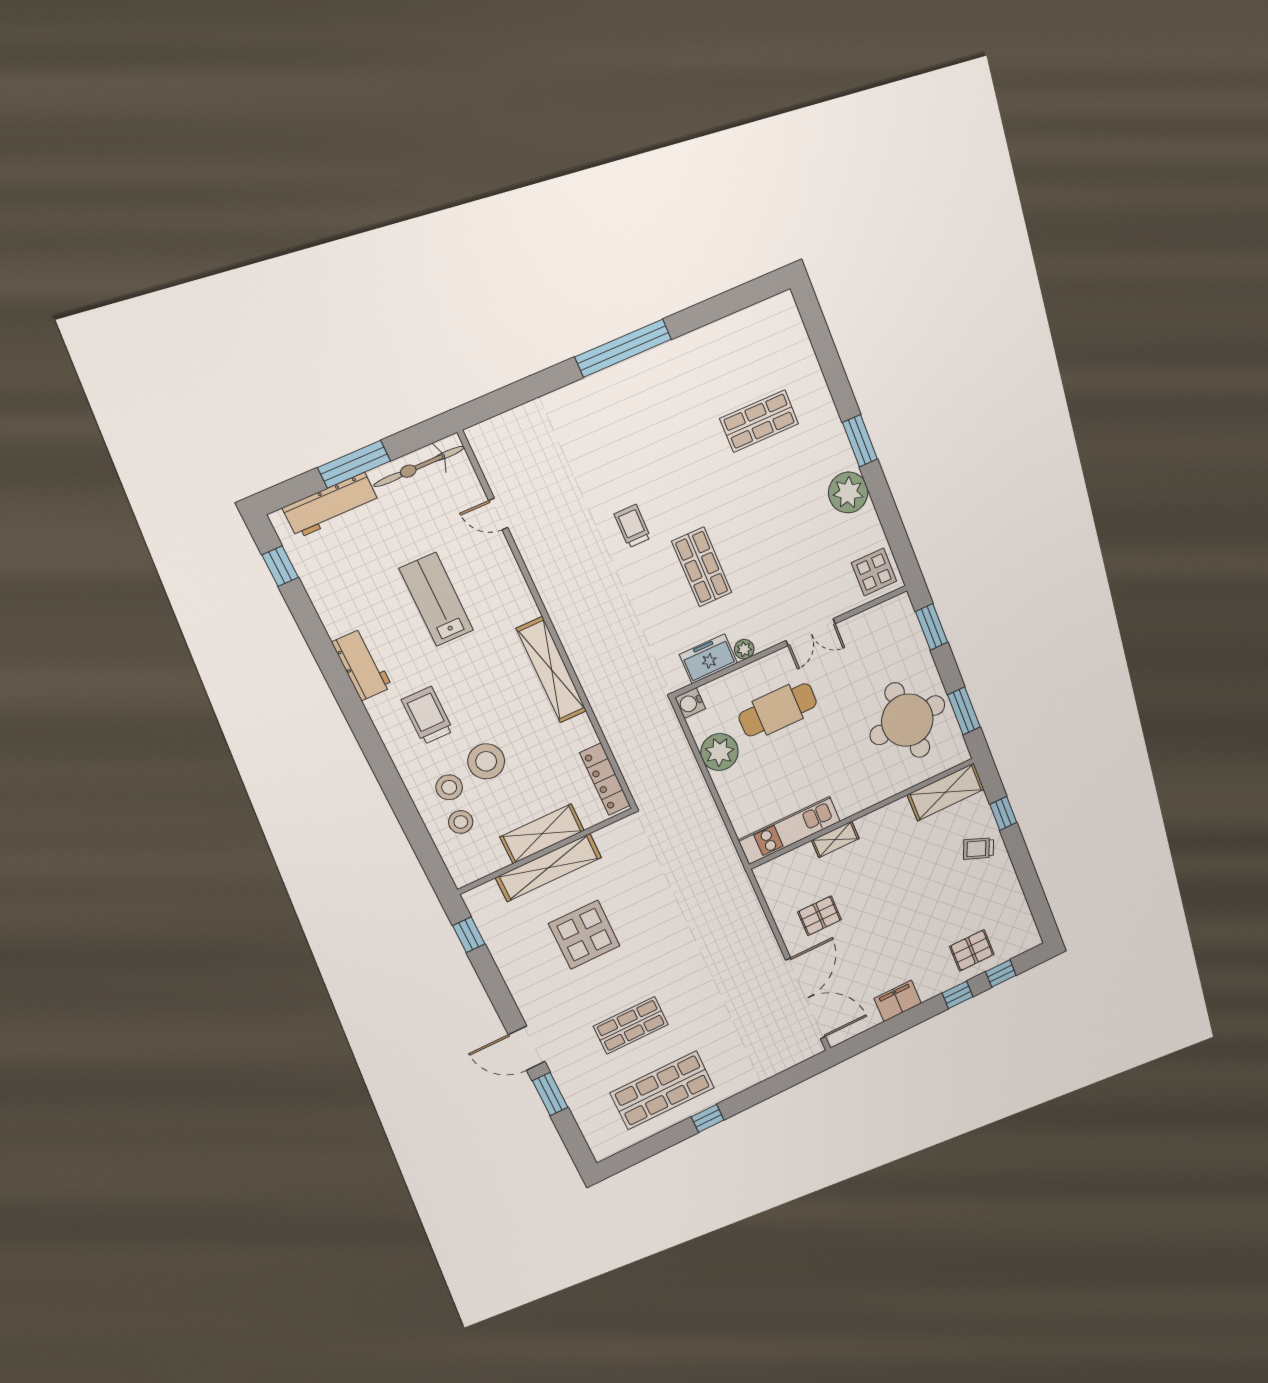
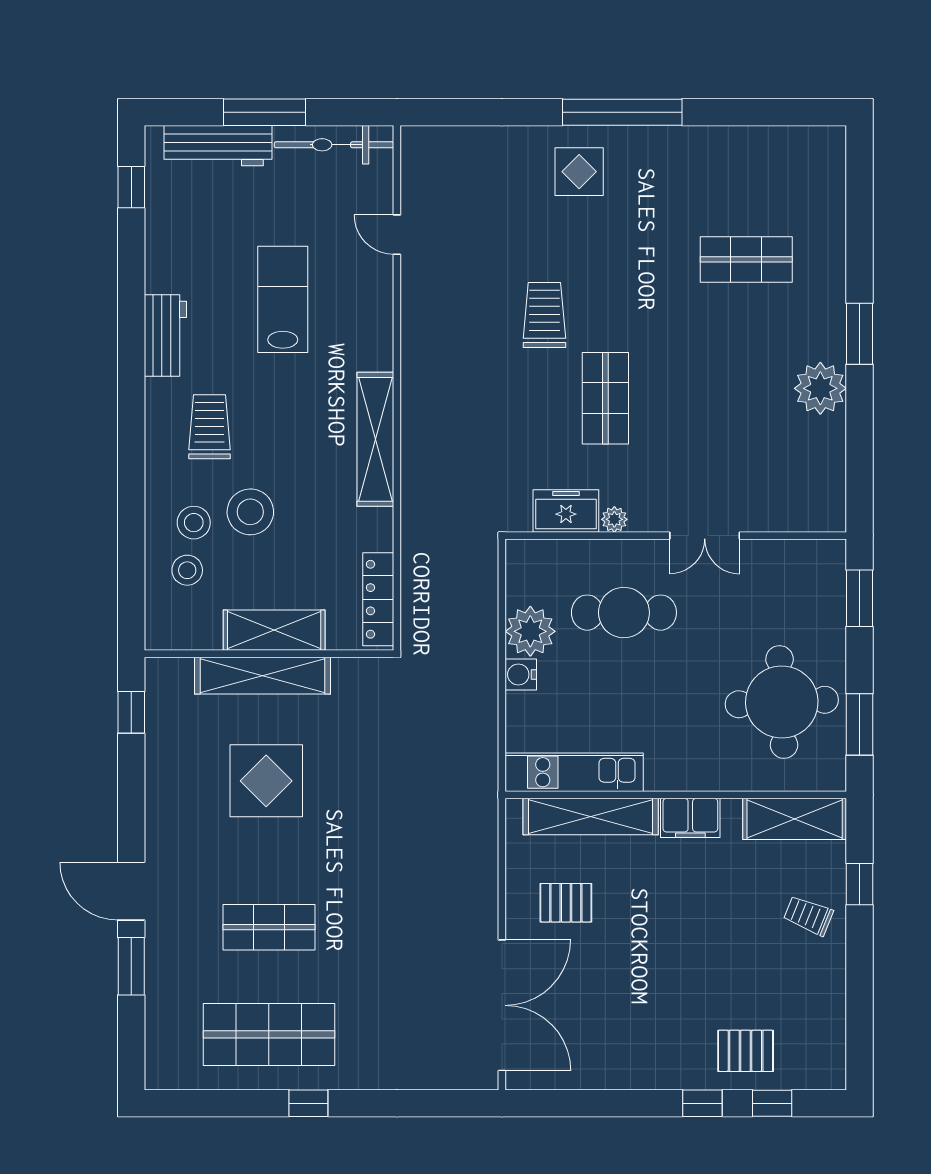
trolley: (632, 526) -> (544, 315), width x1.36, depth x1.39
display table: (874, 572) -> (579, 172), moved
water cooler: (690, 703) -> (521, 675), moved
shelving: (835, 839) -> (591, 817), width x2.20, depth x1.33
filing cabinet: (898, 1001) -> (690, 818), moved, turned 180

